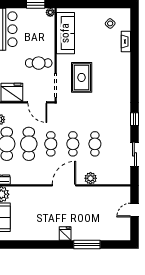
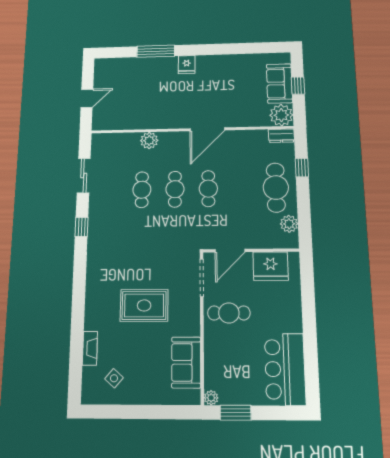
sofa: (65, 33) -> (186, 362), width x0.73
rug: (82, 77) -> (144, 305), moved, turned 90
door: (37, 102) -> (230, 251), swing flipped
cafe table: (29, 144) -> (242, 188), removed
door: (64, 185) -> (207, 129), moved

